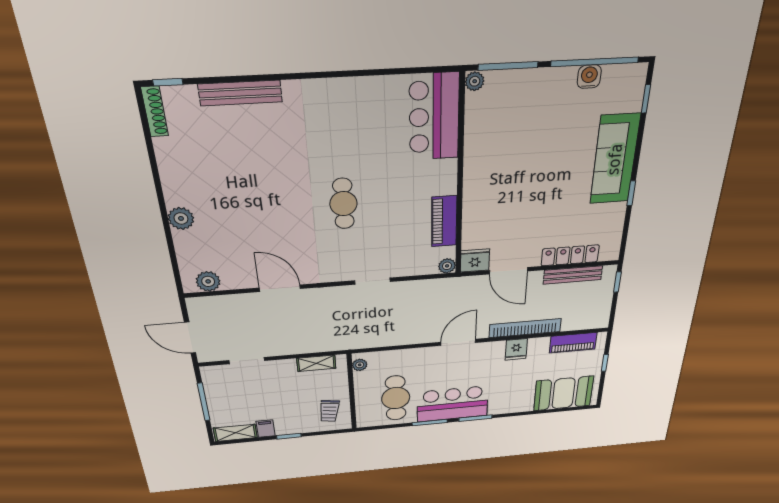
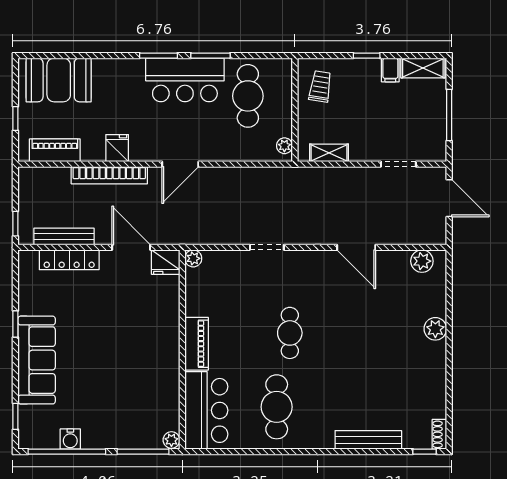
shoe rack: (155, 112) -> (439, 434), width x0.70
cafe table: (353, 125) -> (277, 407), added
piano: (444, 221) -> (197, 344), moved

